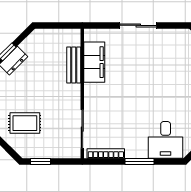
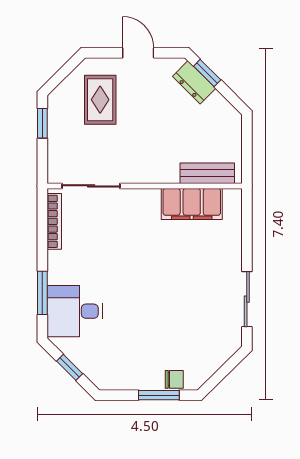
sliding door: (138, 25) -> (247, 299), moved
bench: (74, 65) -> (207, 173), moved
window: (139, 161) -> (42, 293), moved

